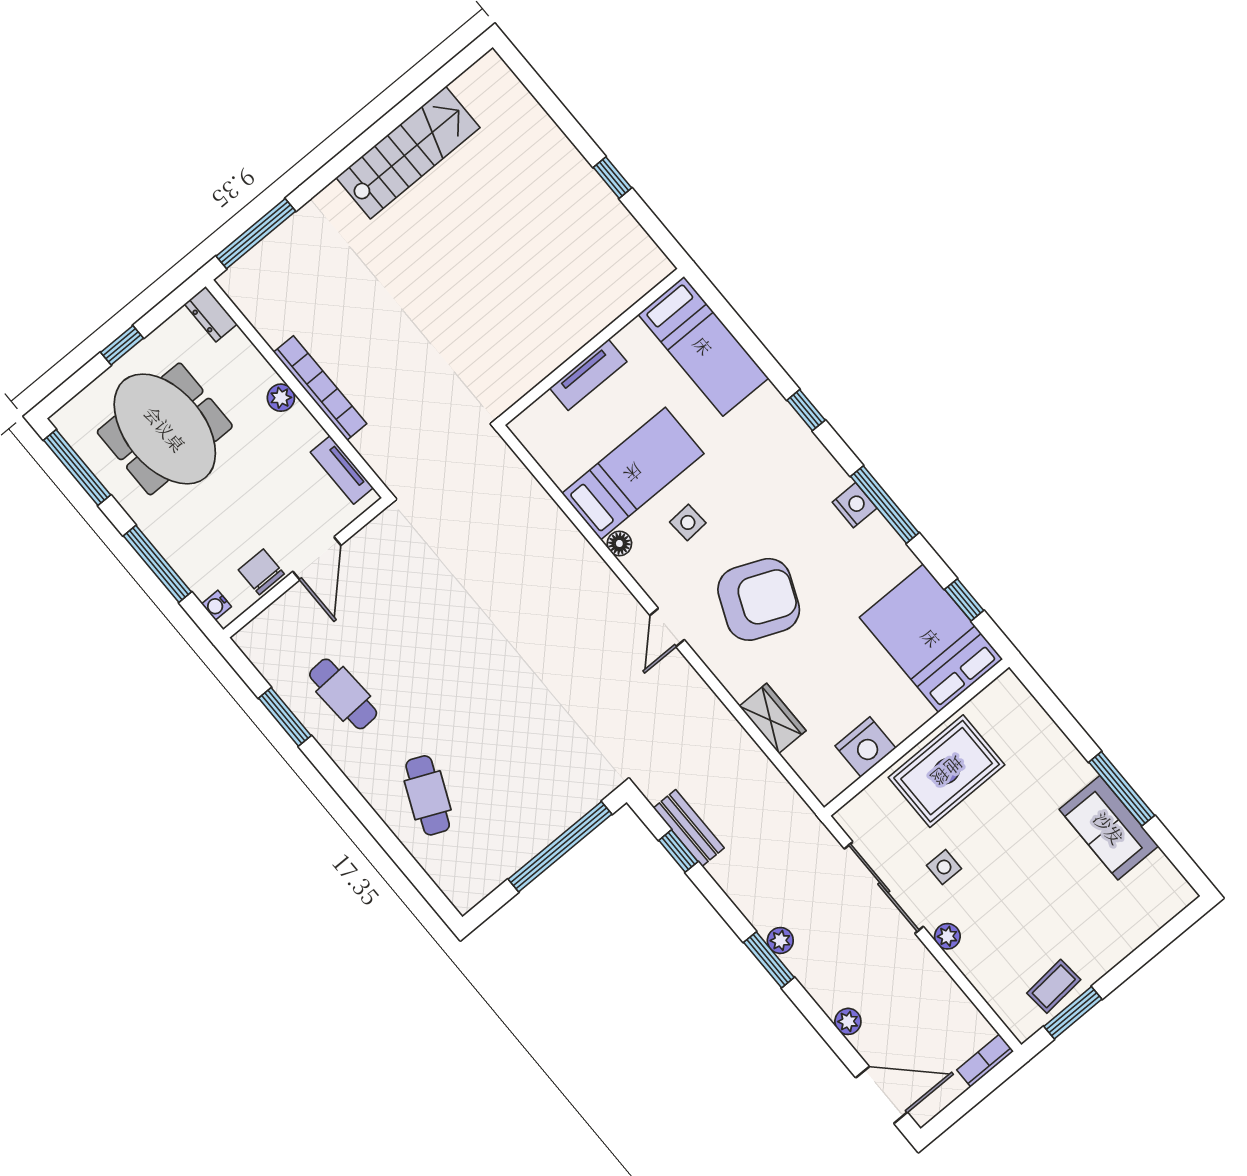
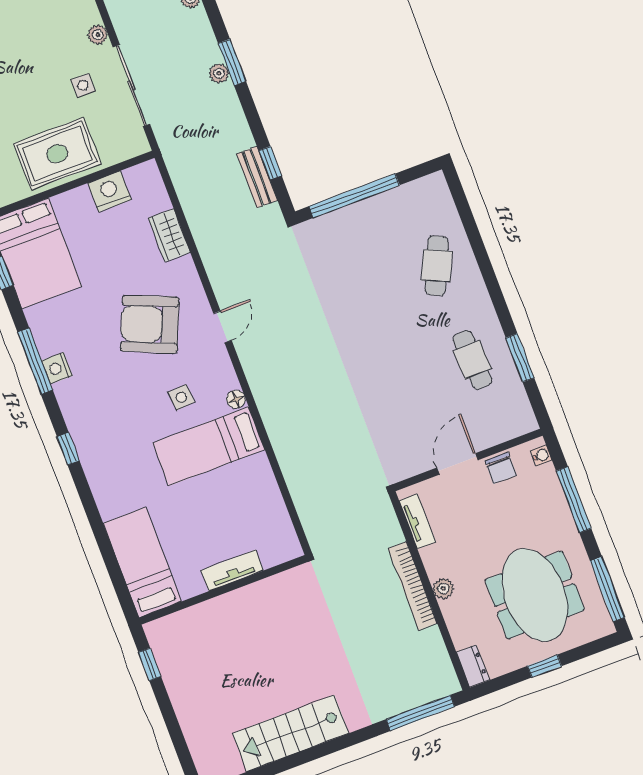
bed: (703, 346) -> (142, 562), moved
wall: (591, 347) -> (223, 590), moved
tv unit: (588, 375) -> (232, 570), moved

